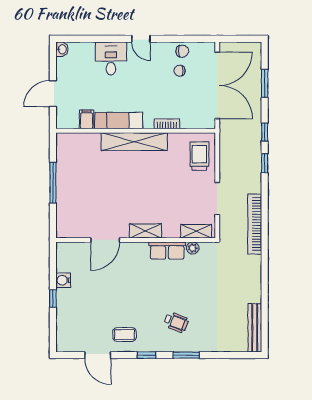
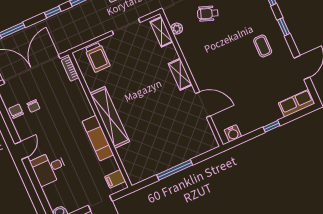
filing cabinet: (87, 119) -> (115, 179), moved
bookcase: (167, 124) -> (70, 69), moved
trolley: (199, 156) -> (97, 57), turned -90
row of seats: (167, 251) -> (297, 103), moved, turned -90
water cooler: (63, 280) -> (233, 133), moved
wheelchair: (176, 322) -> (208, 13), moved, turned -91
coffee table: (124, 334) -> (263, 46), moved

